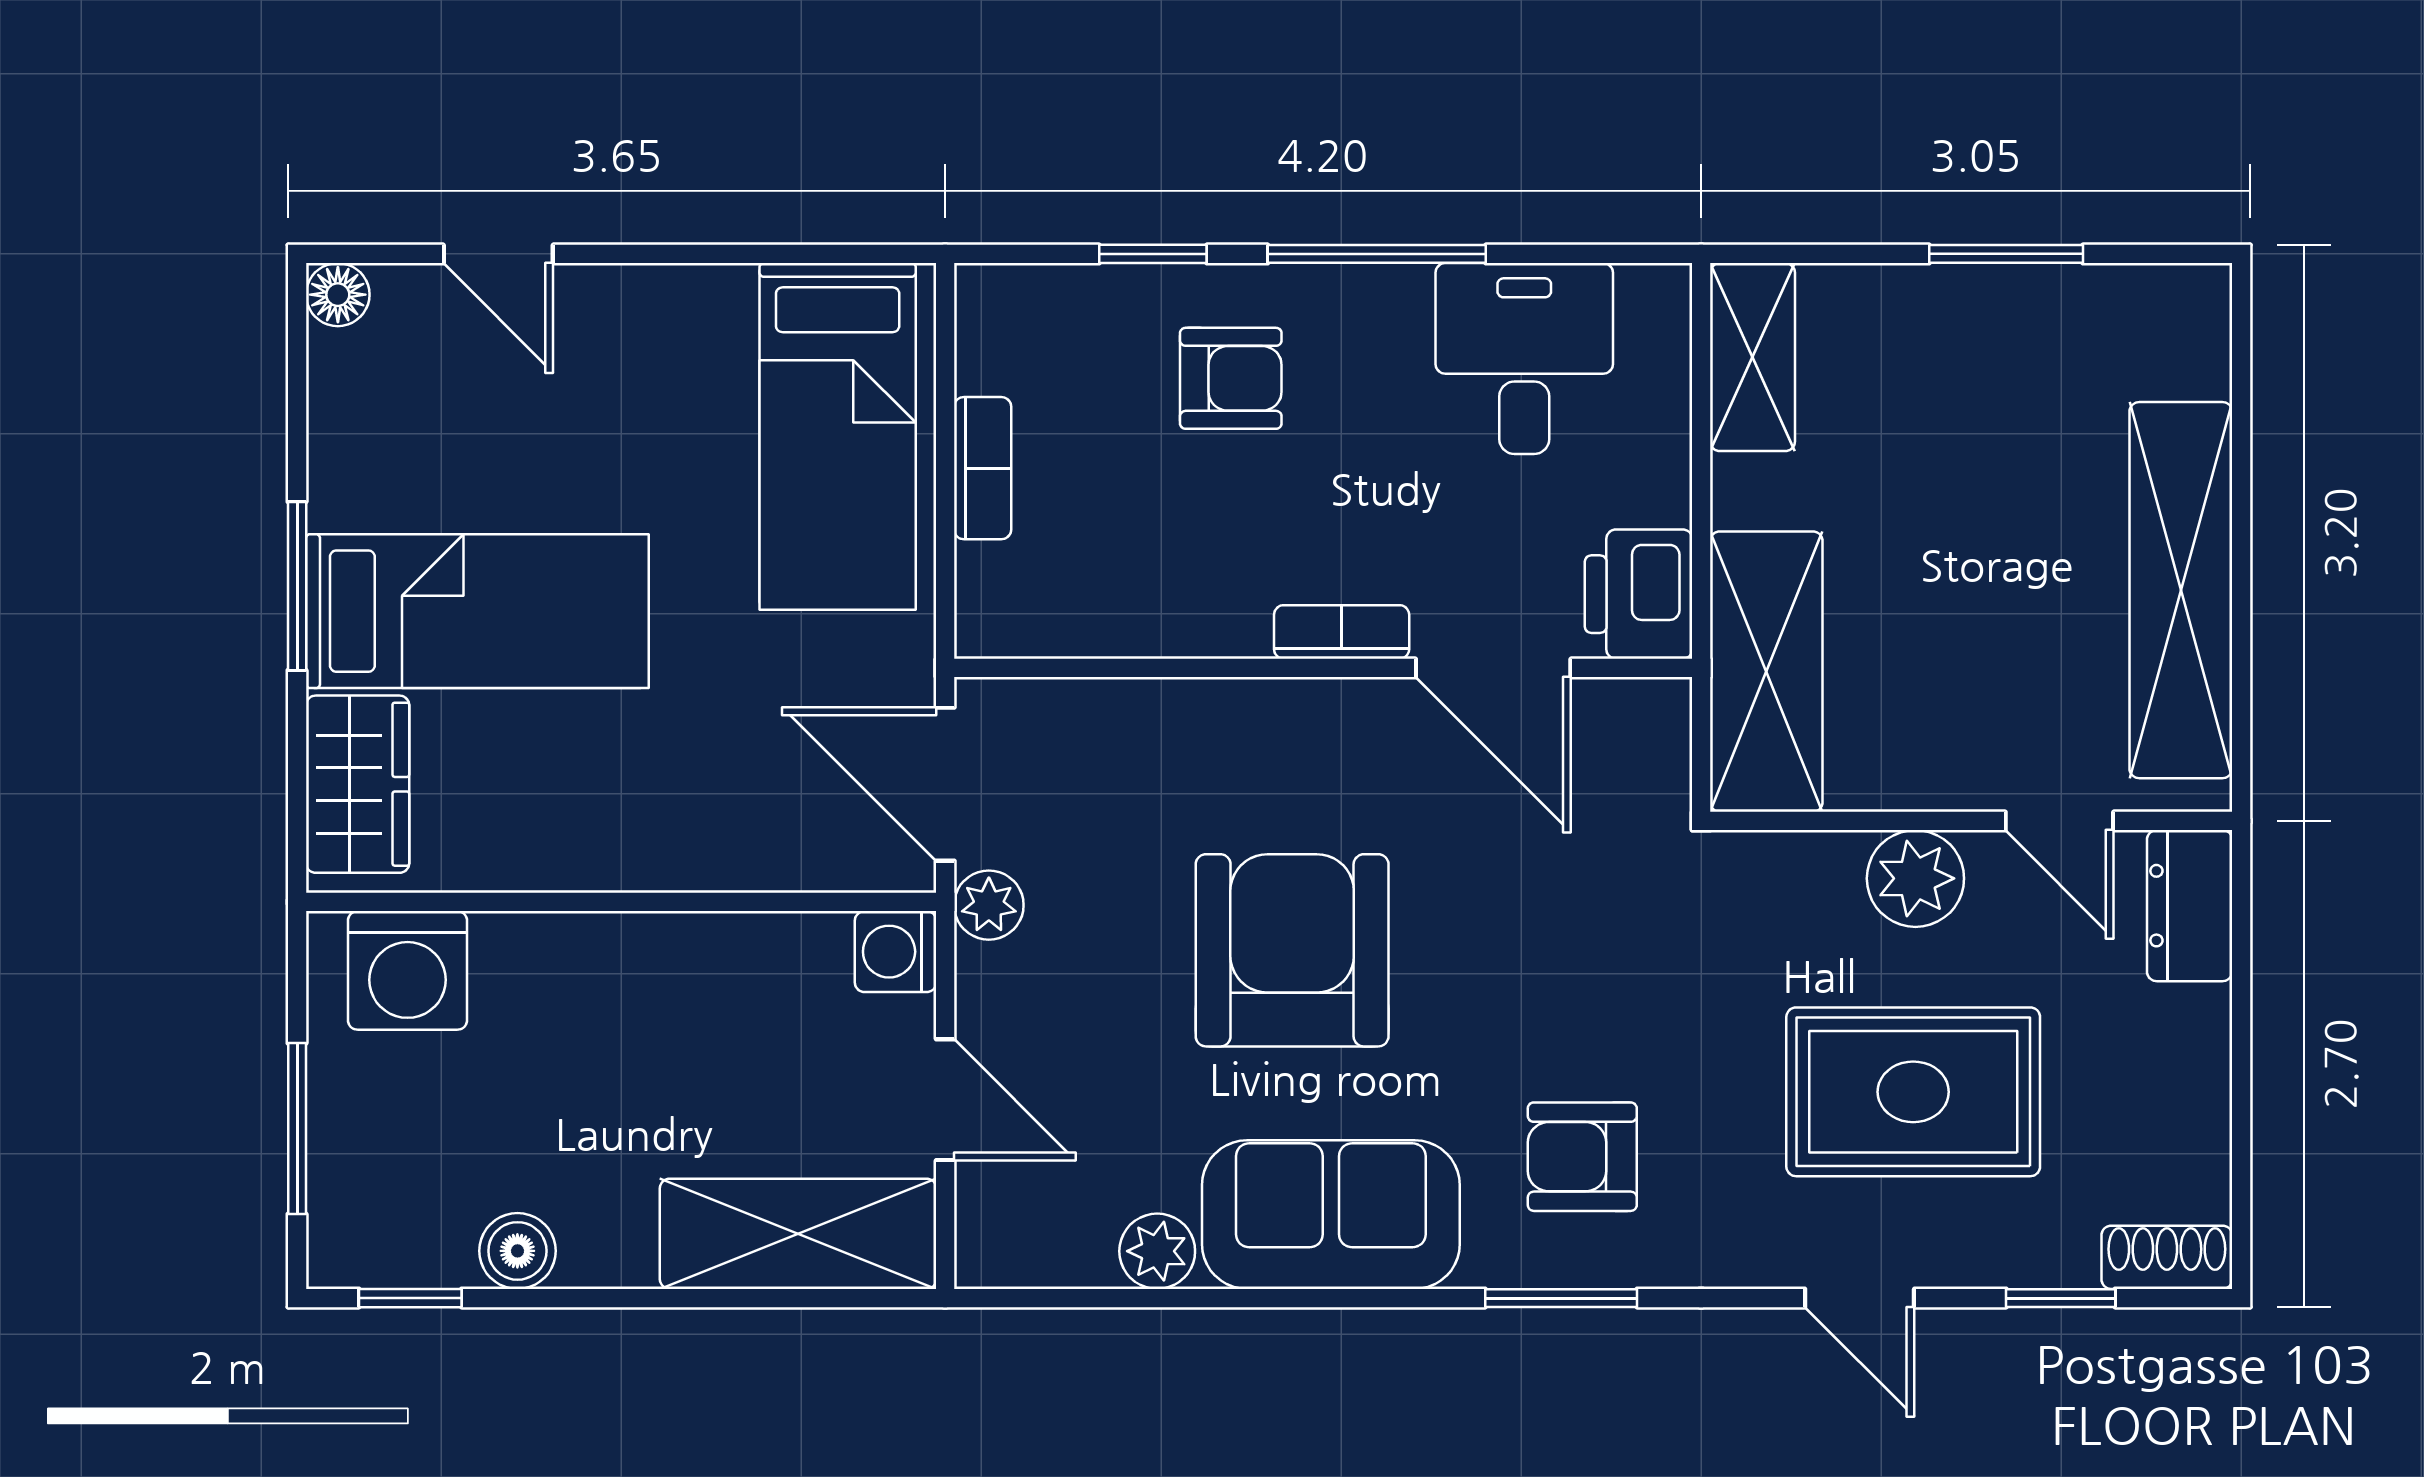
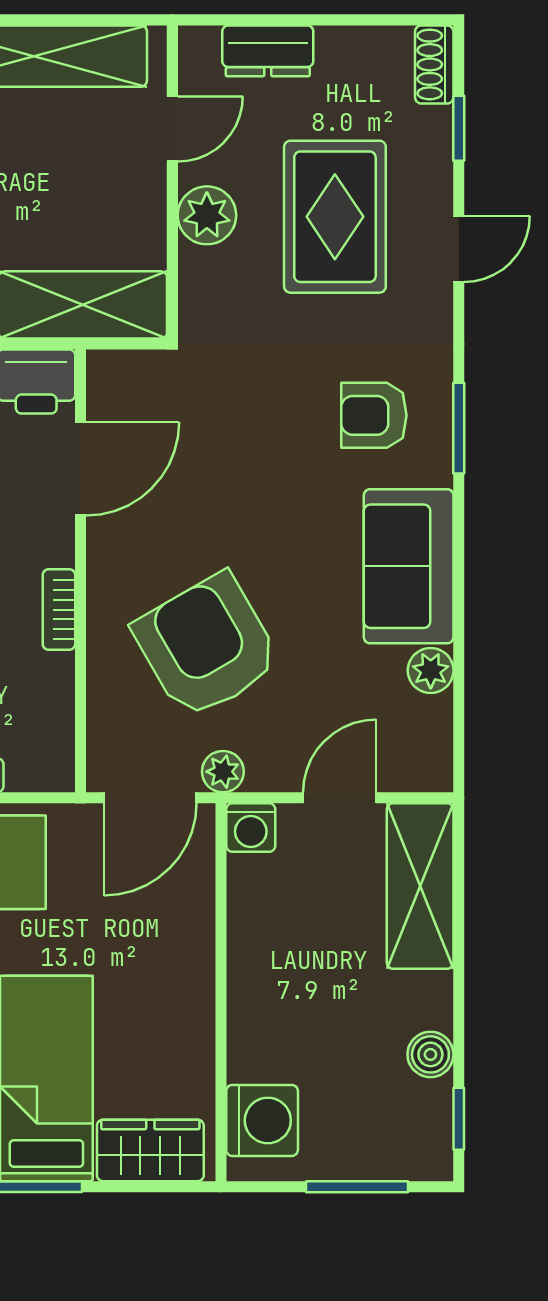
bookcase: (1342, 632) -> (59, 610), moved
dresser: (2190, 906) -> (268, 51), moved
armchair: (1292, 950) -> (207, 646), moved, turned 60
armchair: (1582, 1157) -> (374, 415), turned 90

